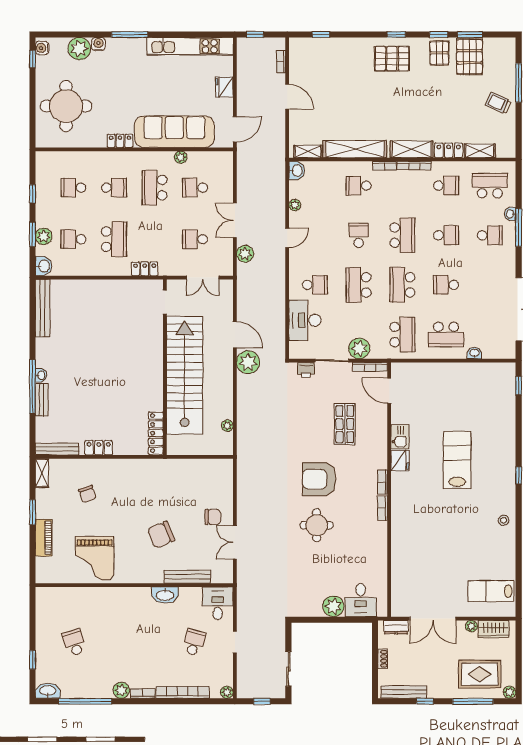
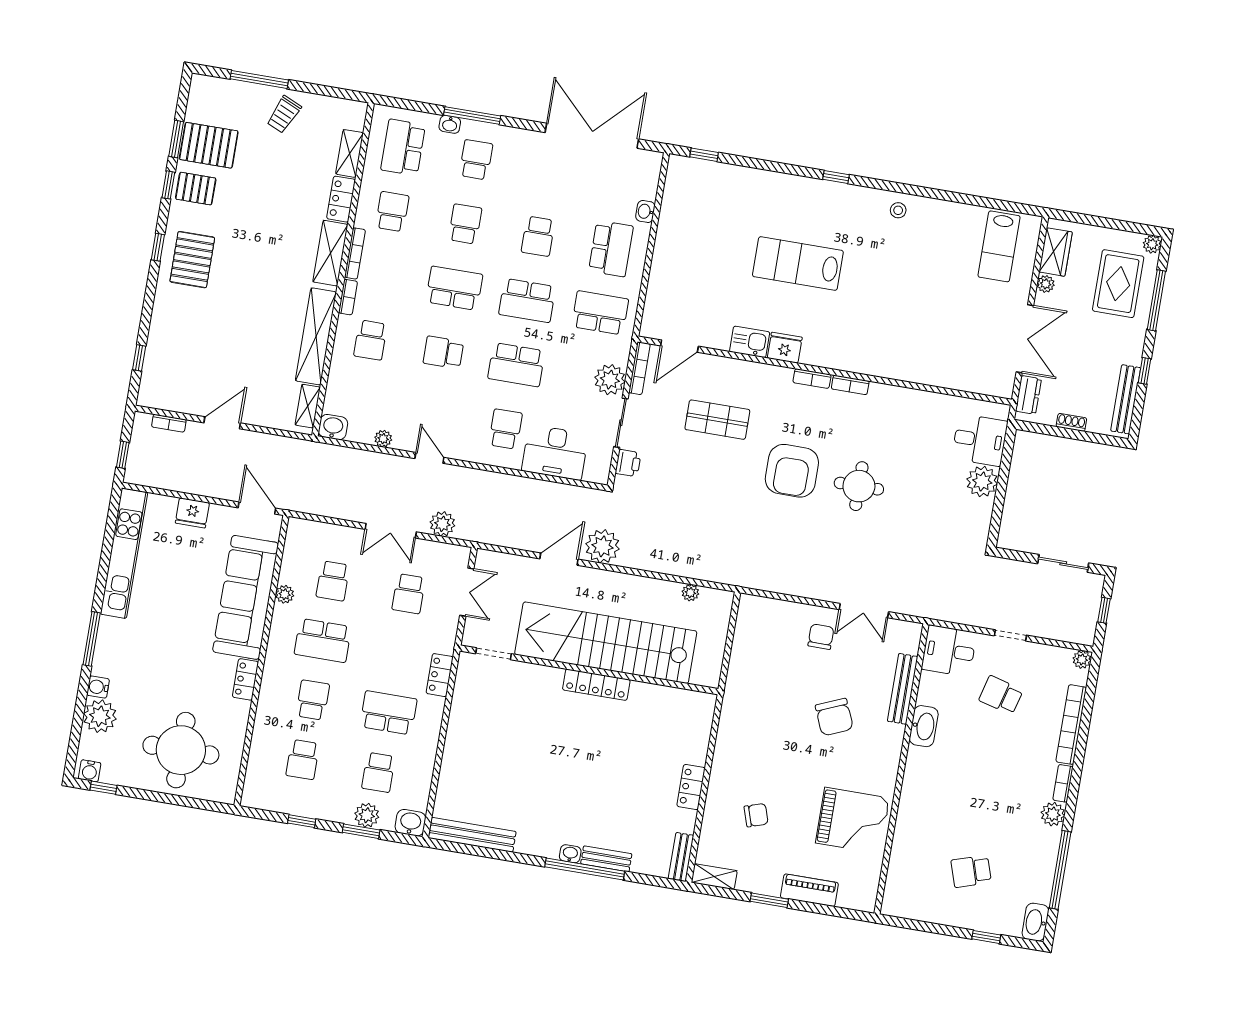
locker: (156, 433) -> (596, 685), moved
bench: (57, 449) -> (681, 857), width x0.73

